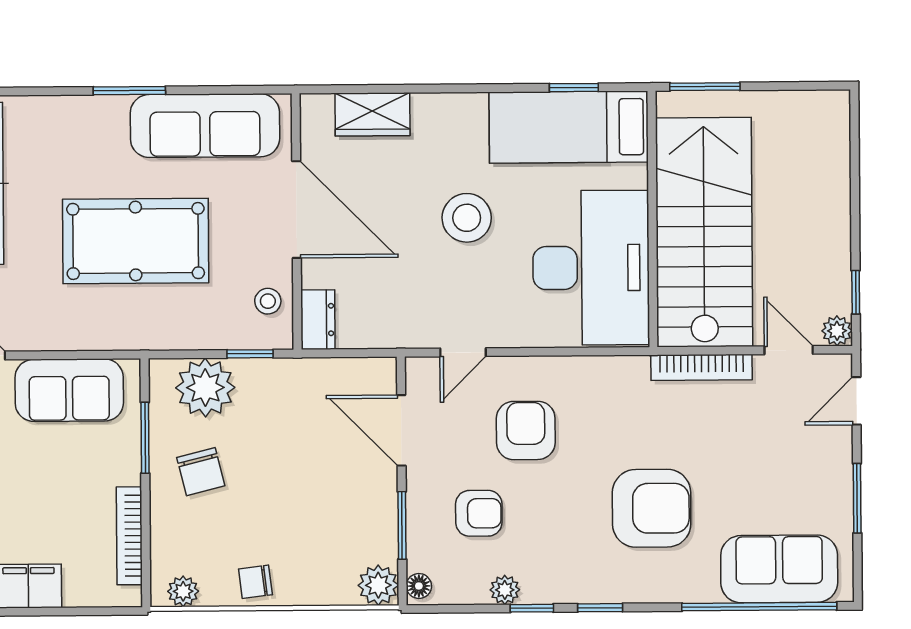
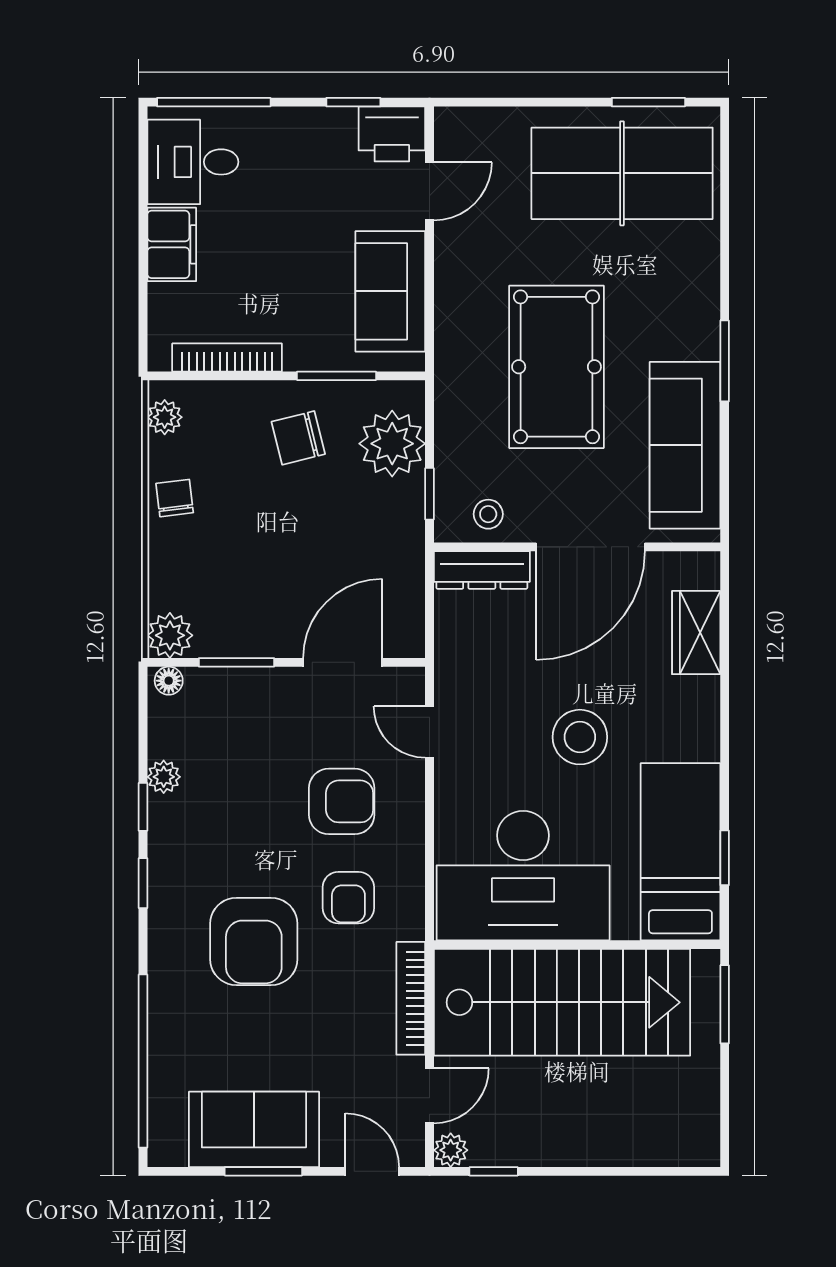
dresser: (318, 320) -> (482, 570), width x1.44
armchair: (479, 513) -> (348, 898), moved
sofa: (779, 569) -> (254, 1129), moved, turned -90

